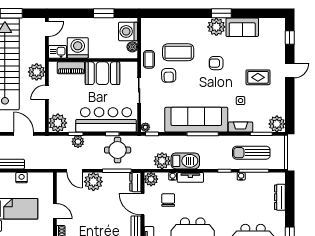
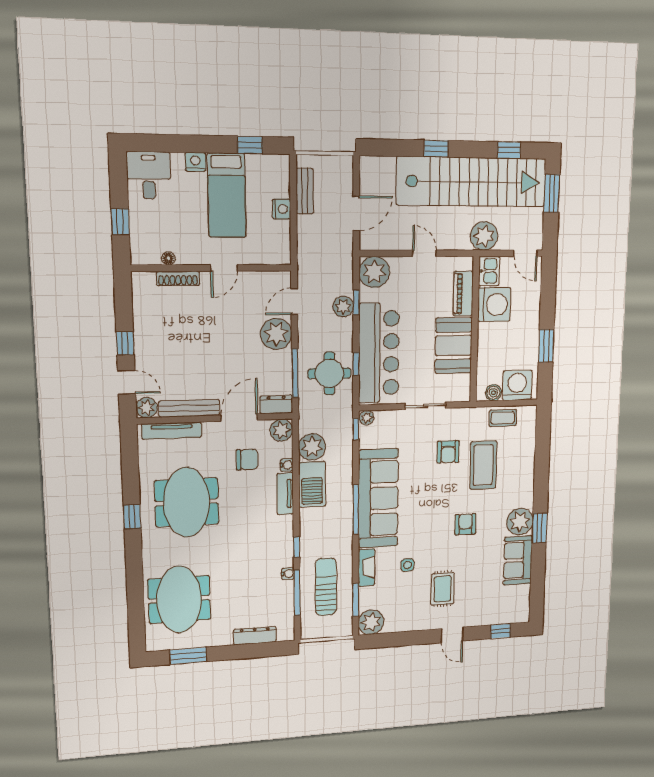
coffee table: (149, 59) -> (503, 418), moved
plant: (37, 72) -> (484, 236), moved
armchair: (169, 75) -> (448, 452), turned -88

